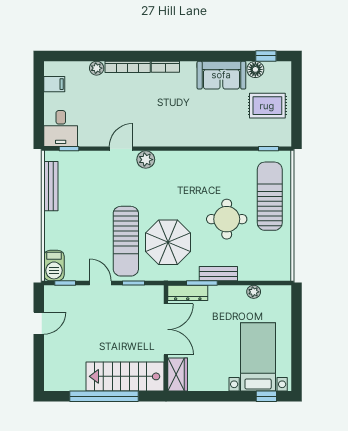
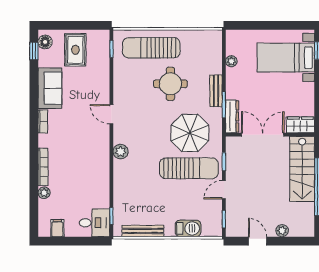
bookcase: (165, 67) -> (43, 121), moved
floor lamp: (255, 69) -> (45, 42), moved
door: (121, 149) -> (111, 114), moved
barbecue: (54, 266) -> (188, 228), moved
plant: (51, 353) -> (282, 231), added

